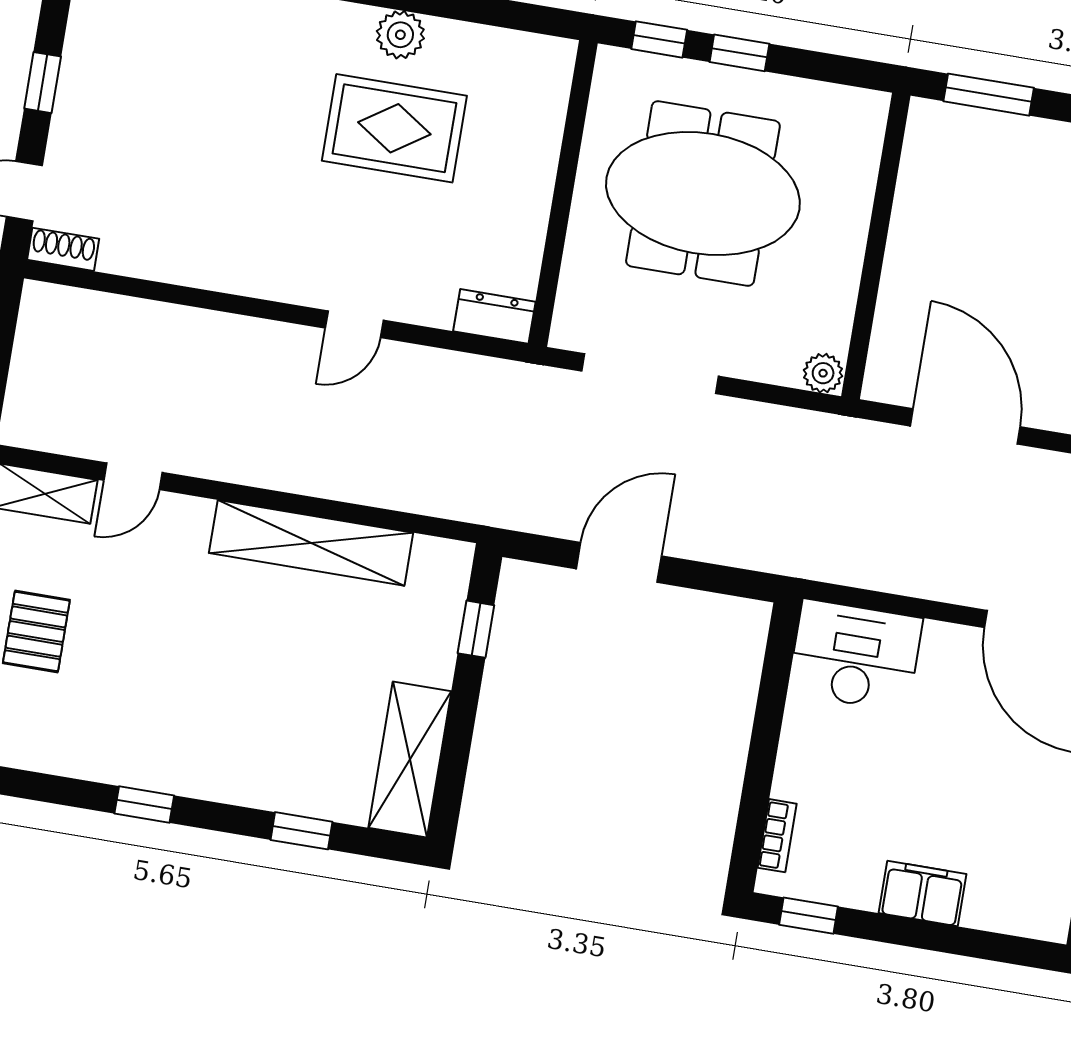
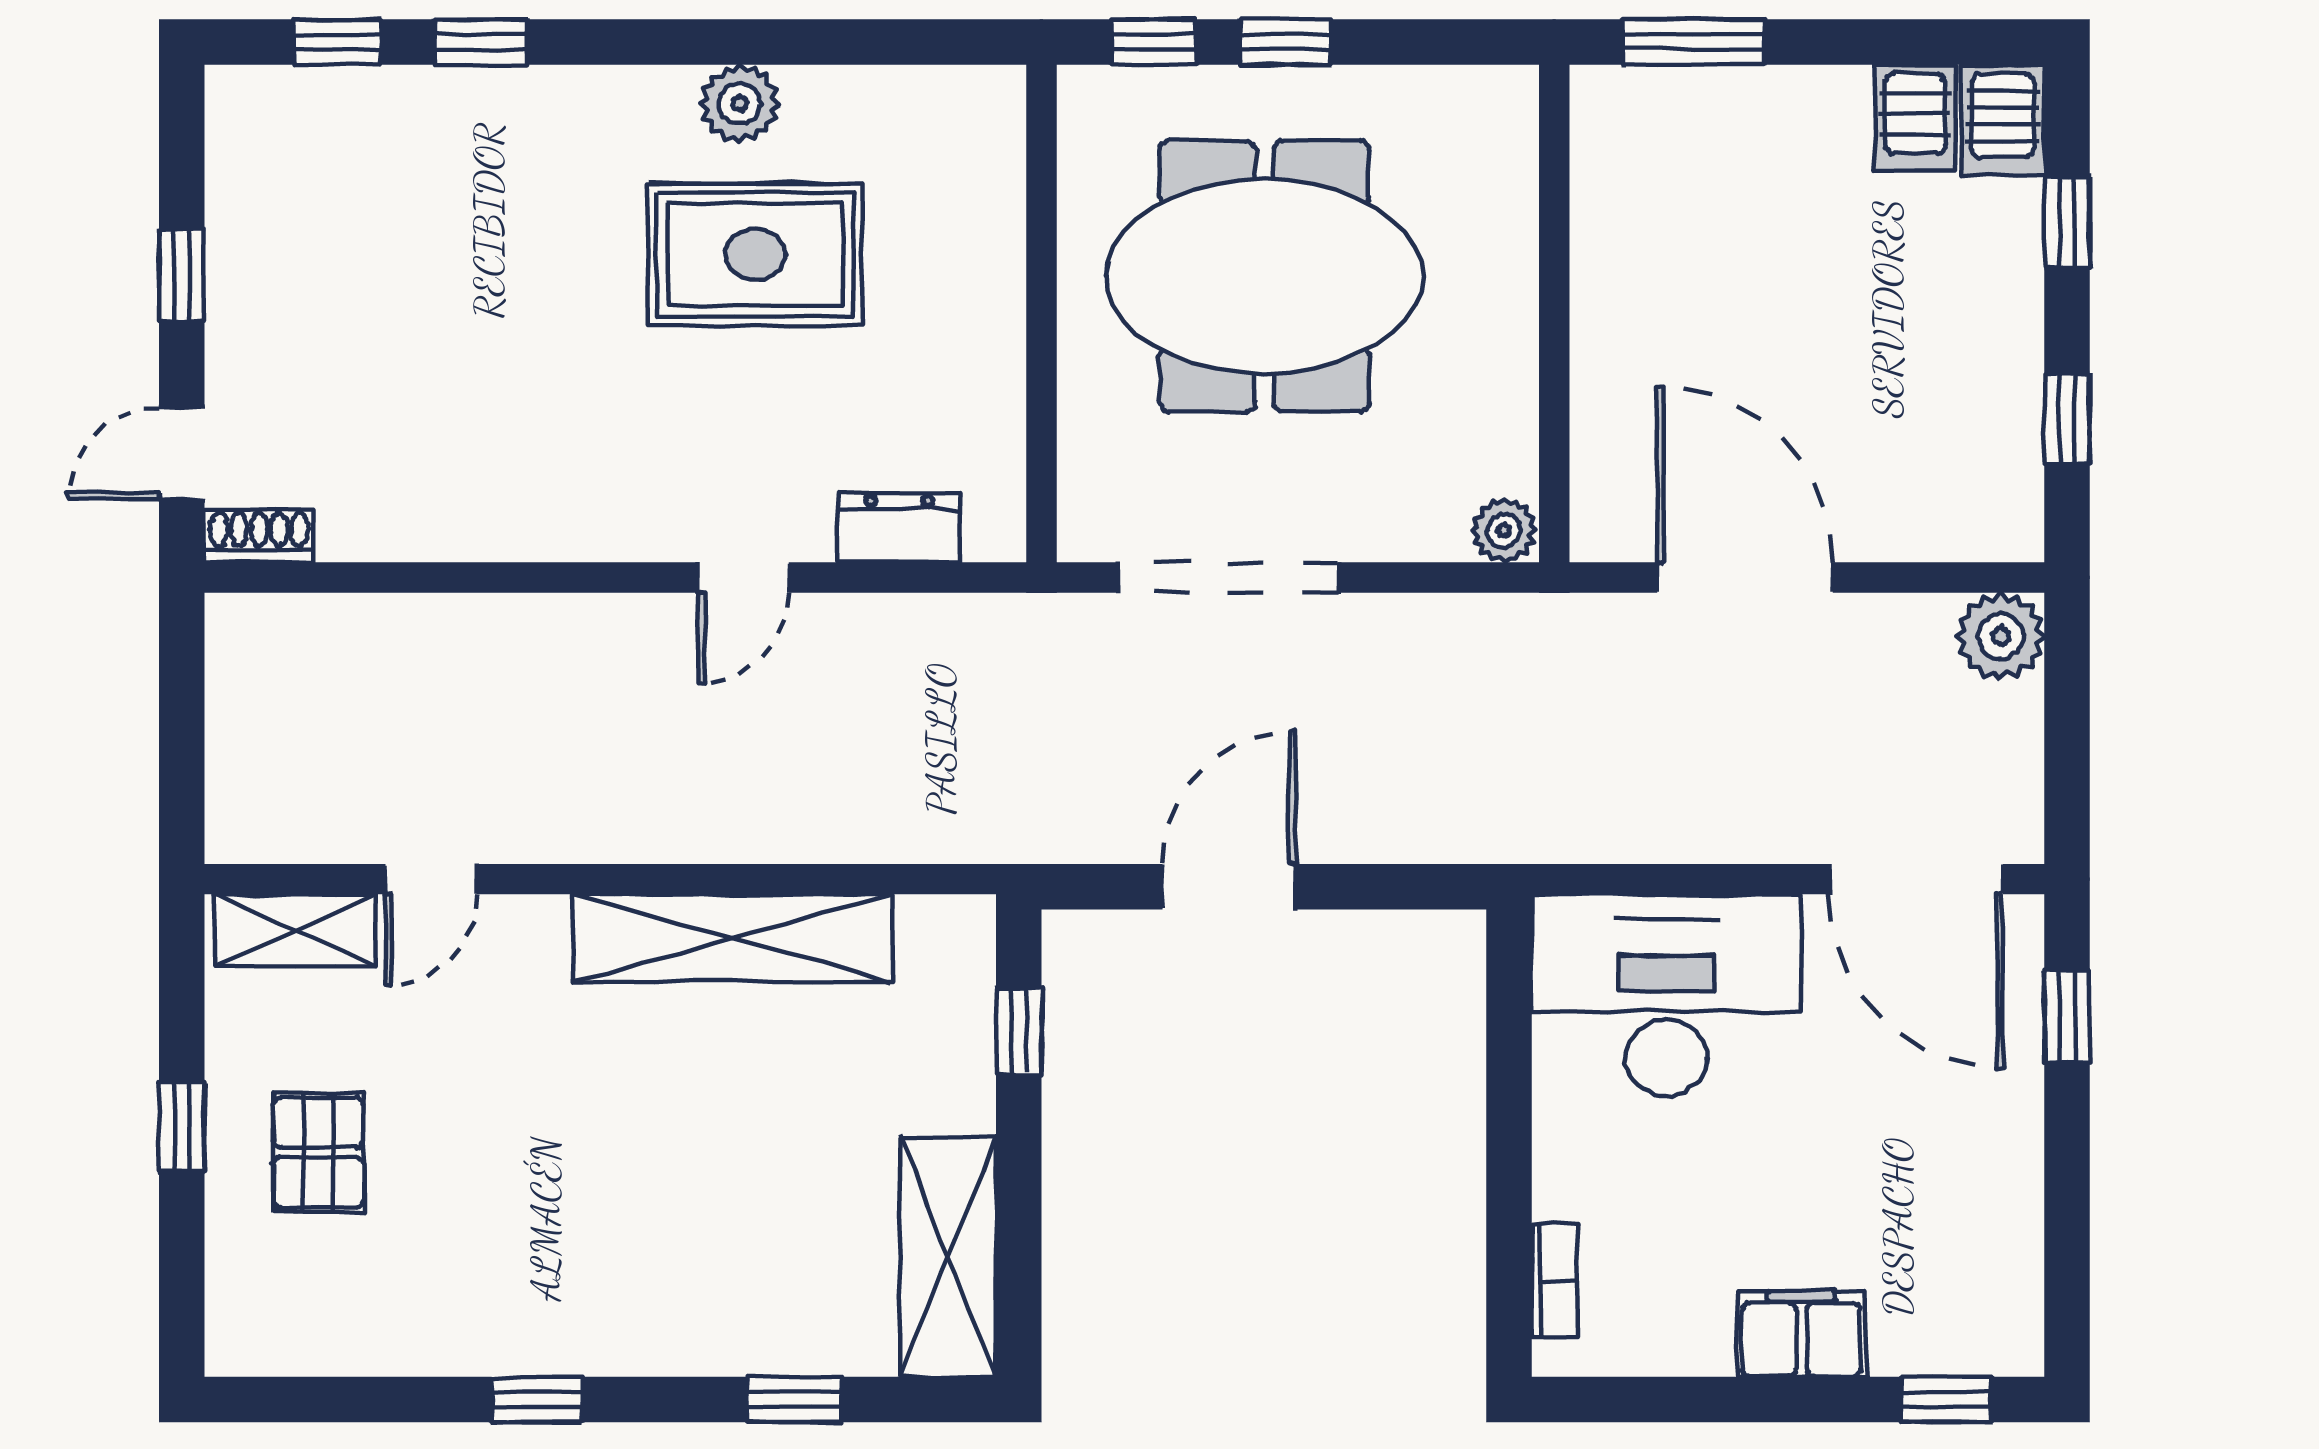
dresser: (494, 316) -> (899, 528), moved
desk: (855, 655) -> (1667, 995), width x1.36, depth x1.30
window: (809, 916) -> (1946, 1399), moved

